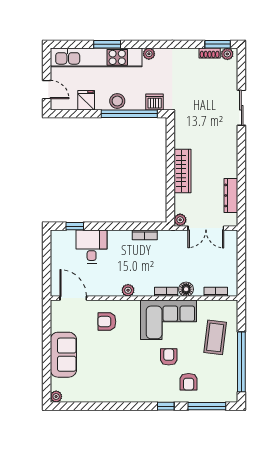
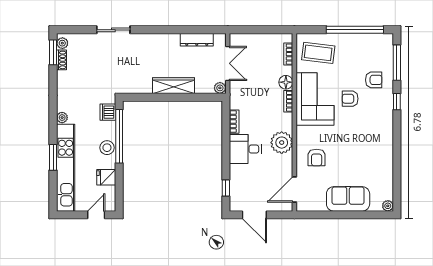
desk: (92, 247) -> (245, 149), moved
door: (47, 256) -> (254, 215), added
plant: (128, 290) -> (282, 143), width x1.87, depth x1.87
coffee table: (215, 337) -> (318, 53), moved

